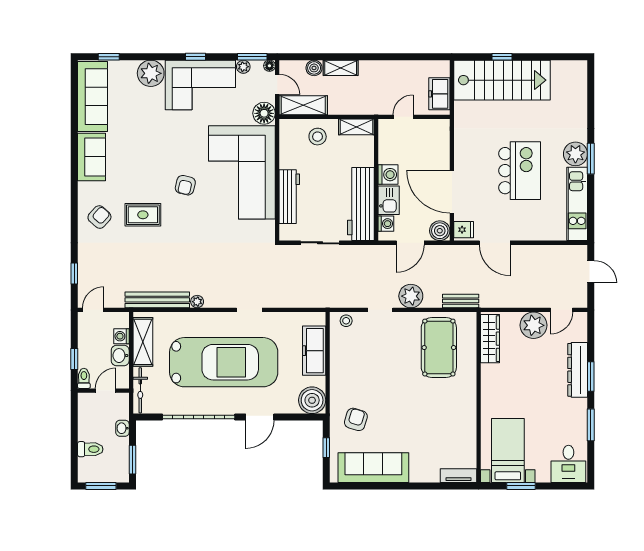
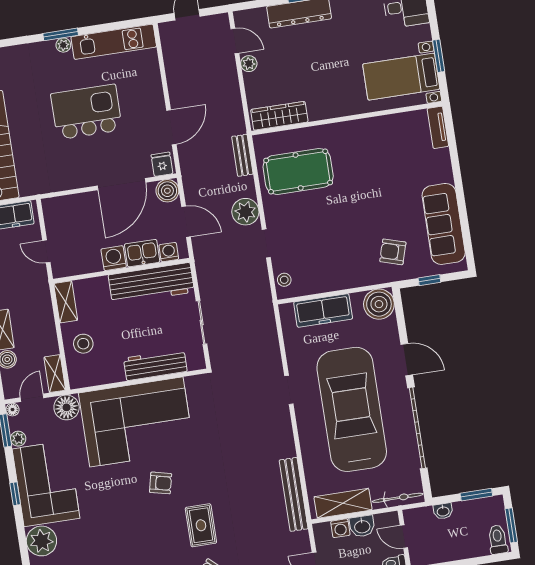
shelving: (303, 105) -> (55, 374), width x0.67, depth x0.75
plant: (575, 154) -> (63, 45), width x0.53, depth x0.53
plant: (197, 302) -> (289, 450), removed
plant: (534, 325) -> (249, 64), width x0.53, depth x0.53
toilet: (90, 449) -> (498, 540), moved

